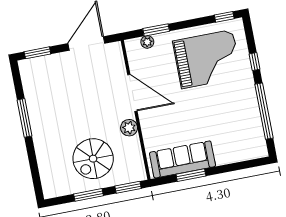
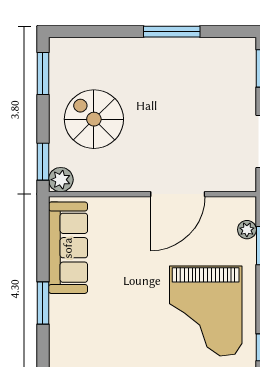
plant: (129, 128) -> (61, 180), moved
window: (191, 175) -> (43, 303), moved
window: (89, 195) -> (43, 73), moved

